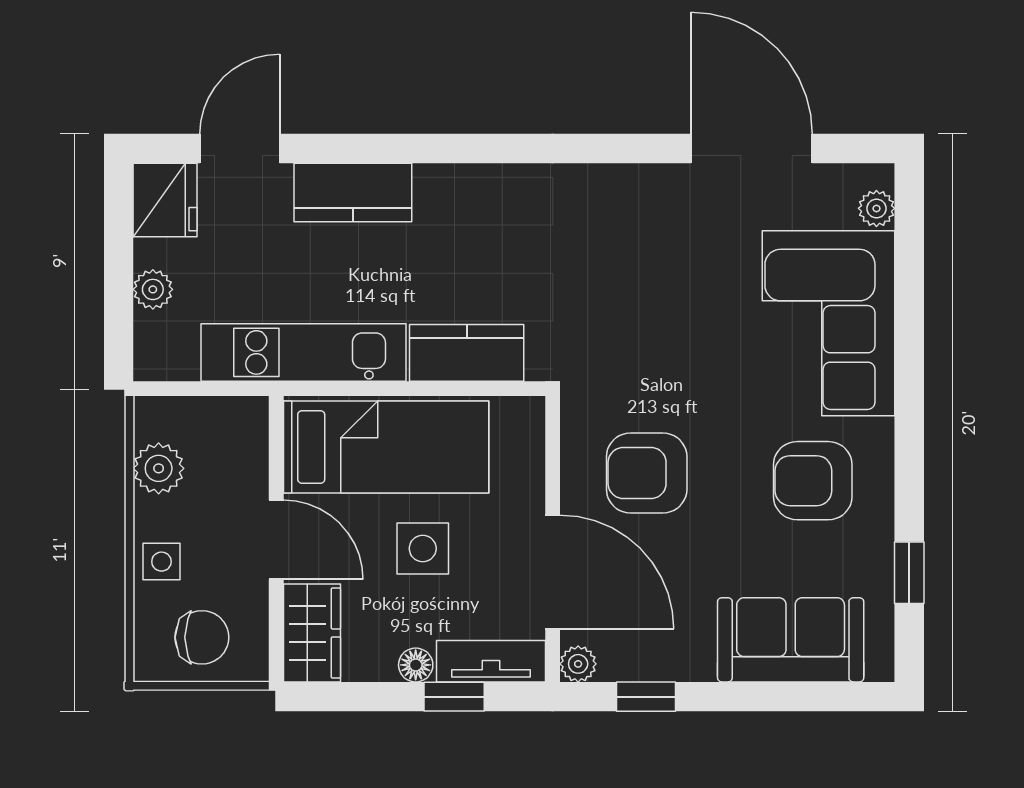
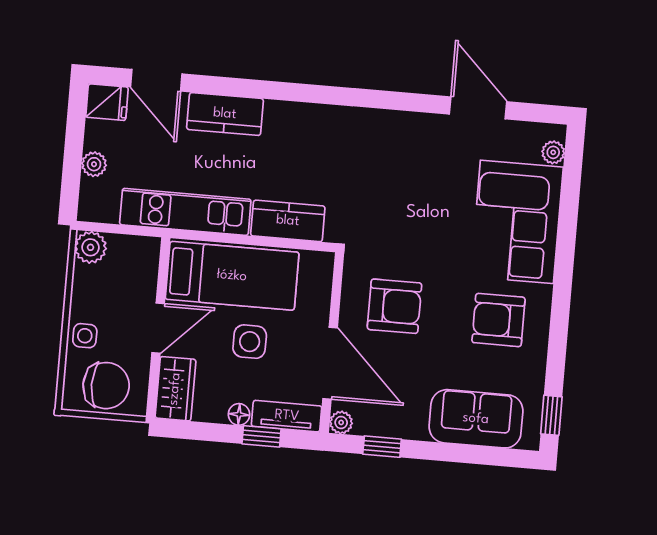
door: (240, 148) -> (156, 80), swing flipped
door: (752, 148) -> (478, 108), width x0.73
fridge: (165, 200) -> (107, 102), width x0.72
plant: (159, 468) -> (90, 247), moved
armchair: (647, 473) -> (395, 306), turned 180
door: (276, 540) -> (158, 328), hinge flipped
window: (909, 573) -> (551, 415), moved
chair: (202, 637) -> (106, 386), width x1.37, depth x1.37

